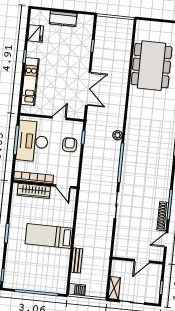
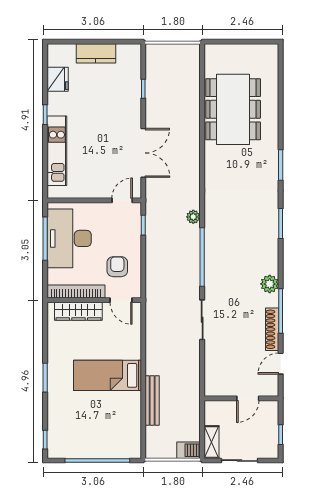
door: (59, 118) -> (122, 200), moved
armchair: (70, 145) -> (117, 267), moved
plant: (164, 186) -> (270, 284), added
bench: (77, 260) -> (152, 400), width x1.36
barbecue: (77, 290) -> (189, 450), moved

